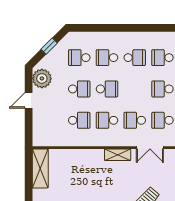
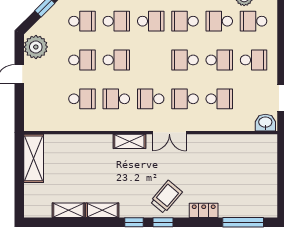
school desk: (79, 58) -> (82, 21), turned 180
school desk: (107, 58) -> (116, 21), turned 180

